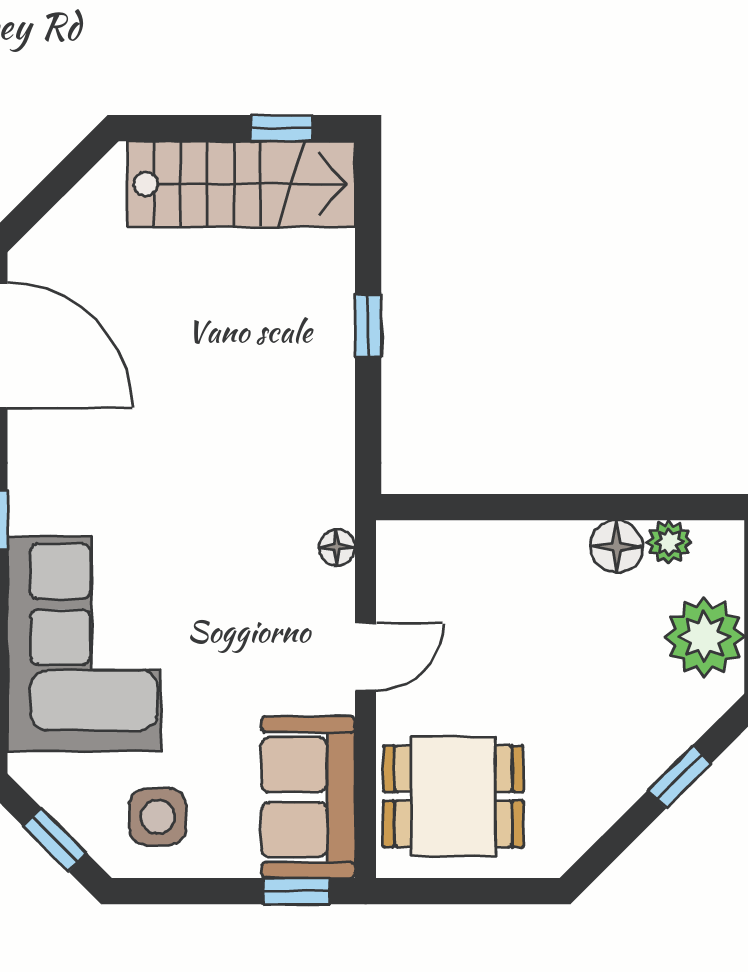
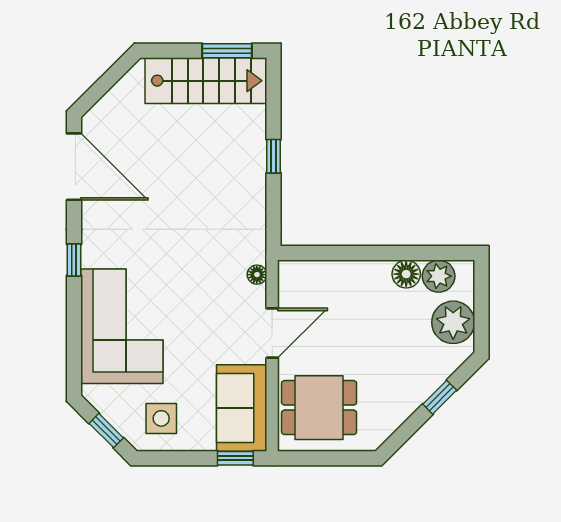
window: (281, 128) -> (227, 51), width x1.50
plant: (669, 542) -> (439, 276), width x1.38, depth x1.38
door: (366, 657) -> (272, 333), width x1.38

